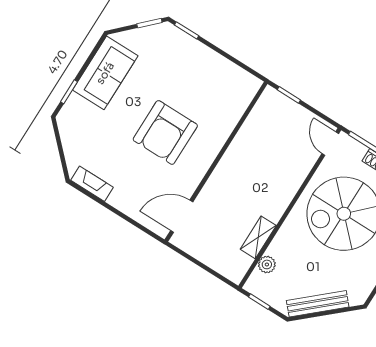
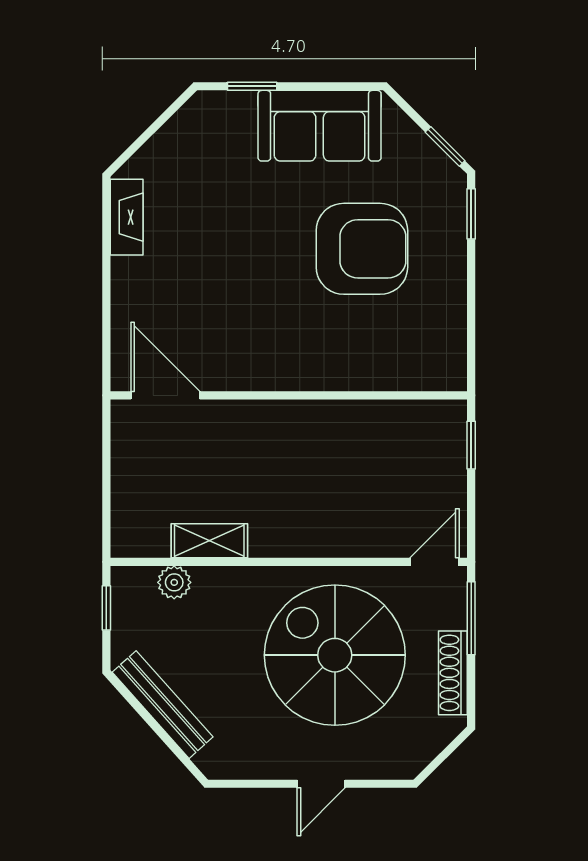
armchair: (165, 132) -> (362, 249), moved, turned 180

